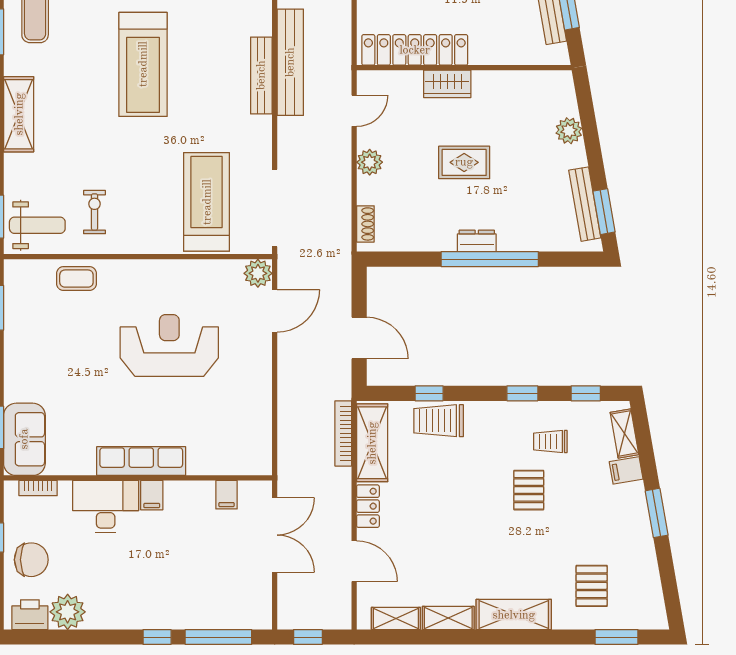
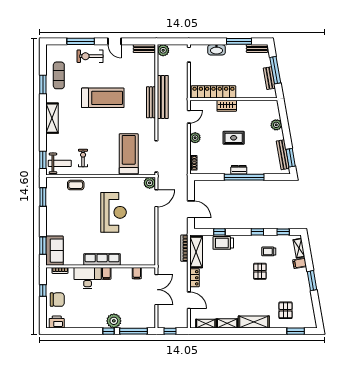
treadmill: (143, 64) -> (103, 98), turned -90
reception desk: (169, 346) -> (114, 212), turned 90
plant: (68, 612) -> (114, 321), moved

